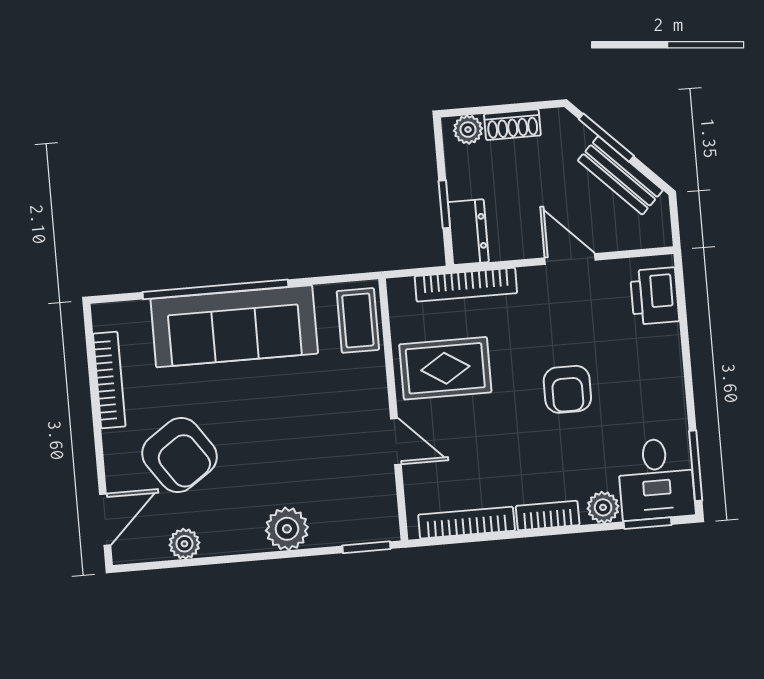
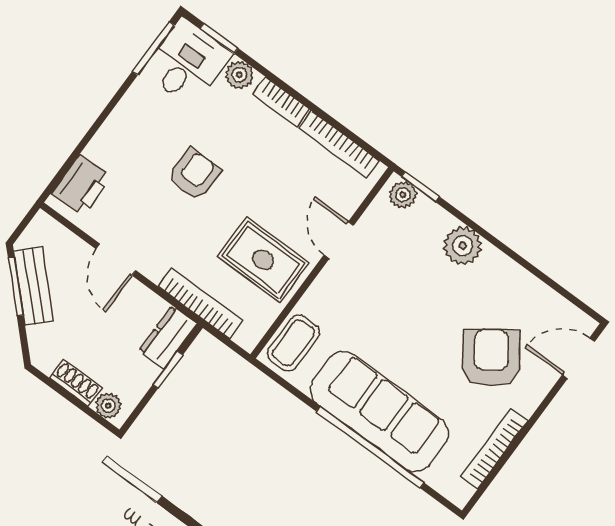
window: (606, 138) -> (16, 287), moved
plant: (184, 544) -> (403, 195), moved

